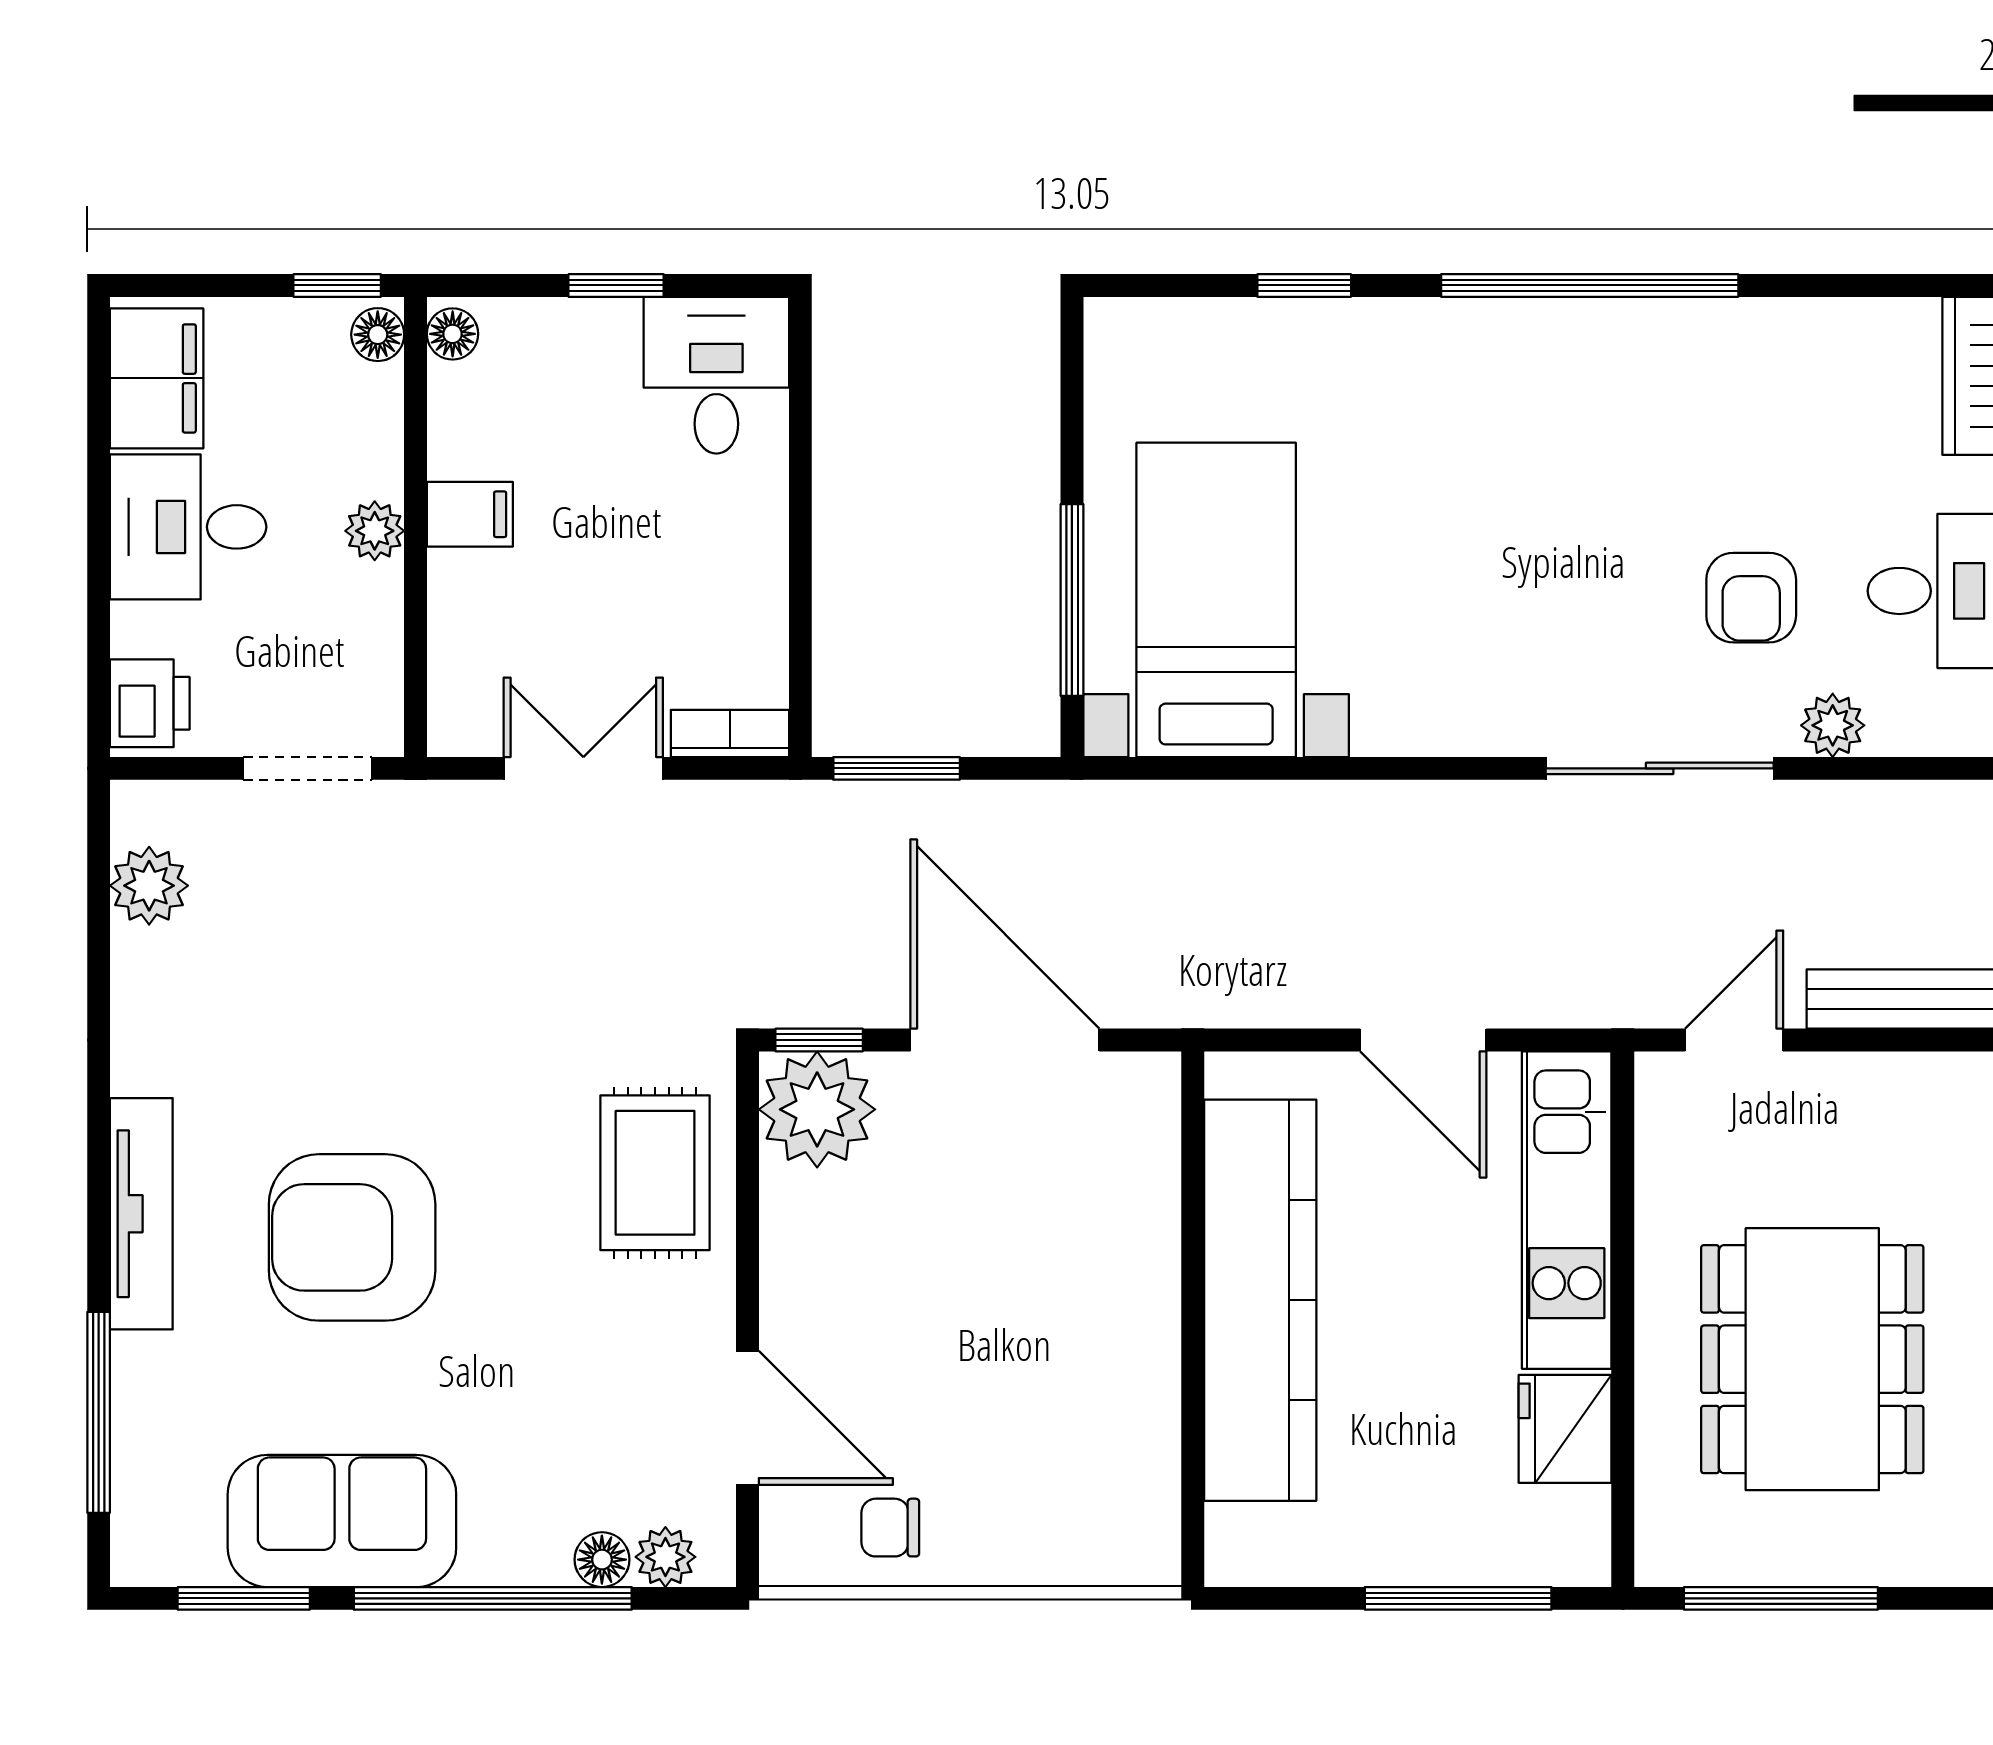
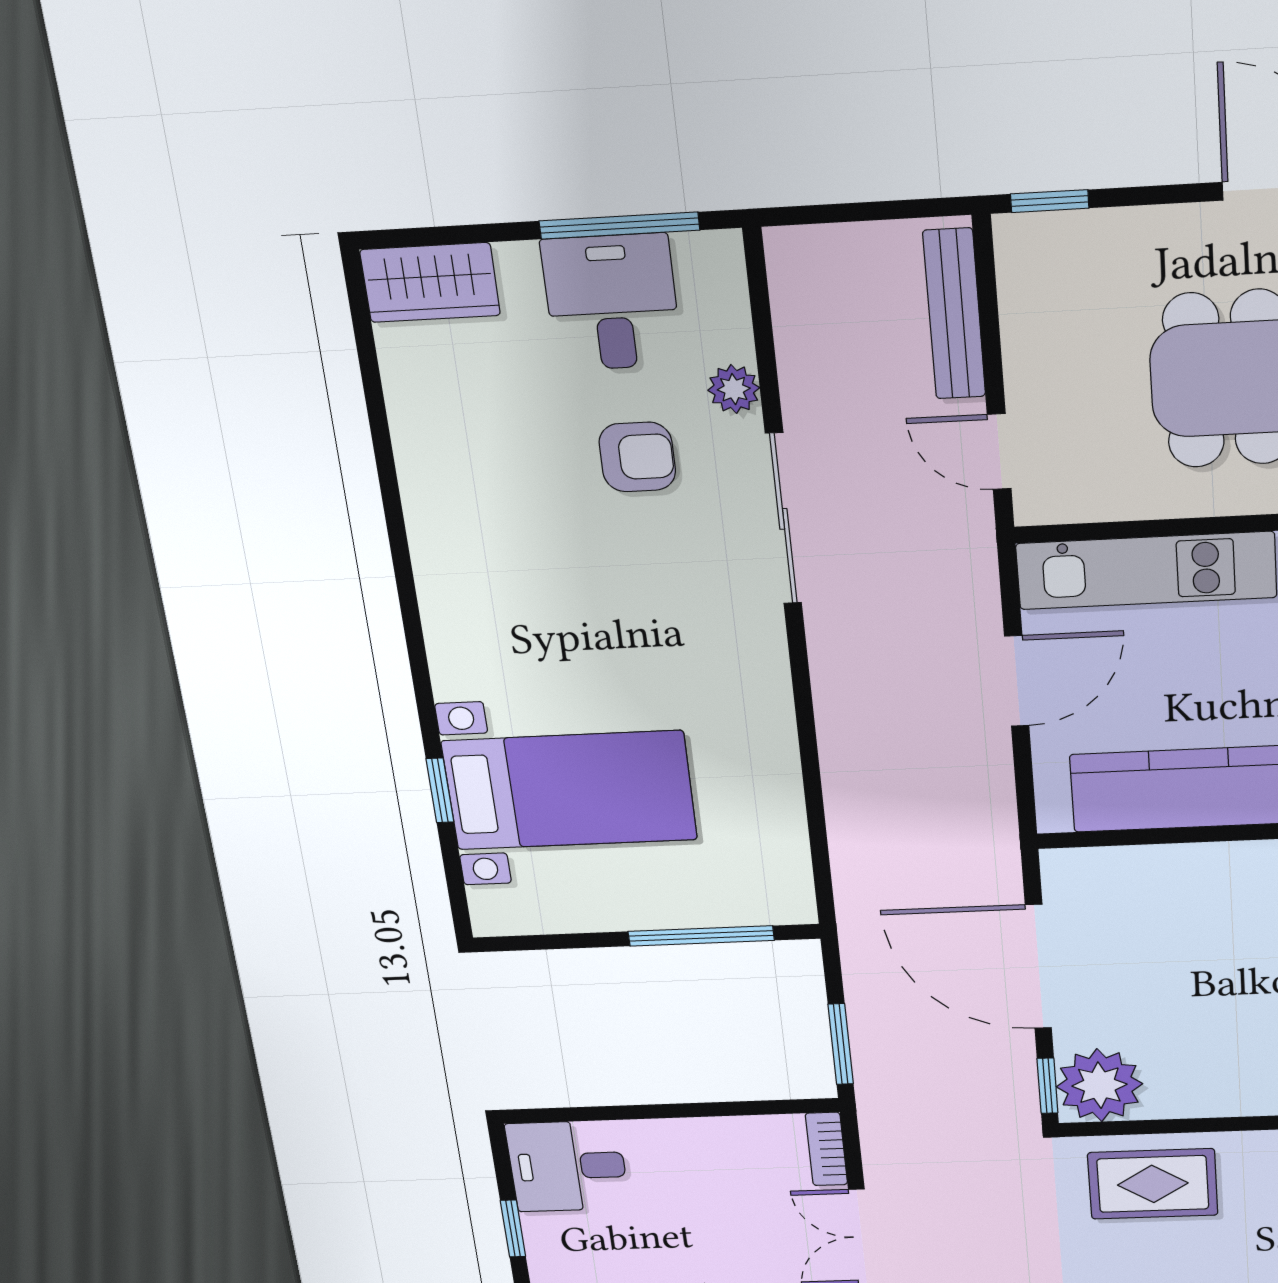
window: (1590, 285) -> (406, 589), removed
bed with nightstands: (1216, 600) -> (570, 790), moved, turned 180
door: (1005, 1040) -> (1038, 967), hinge flipped

